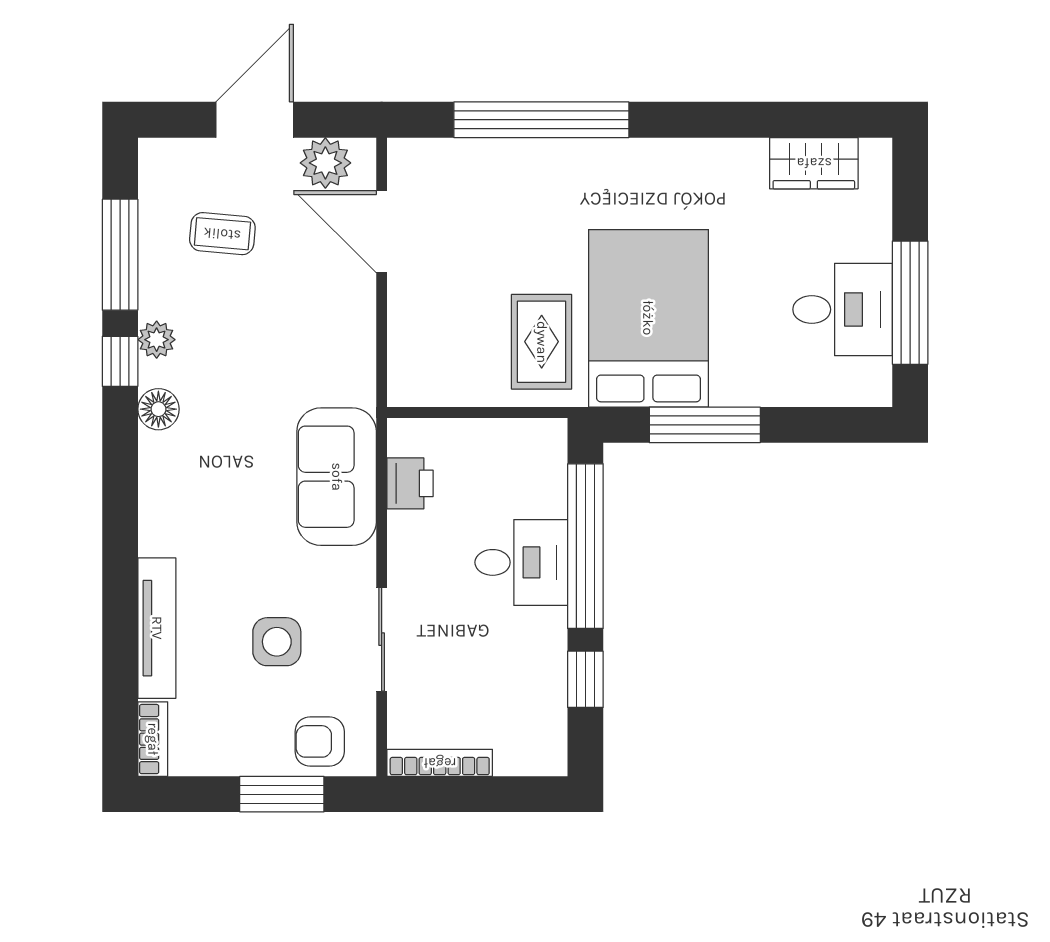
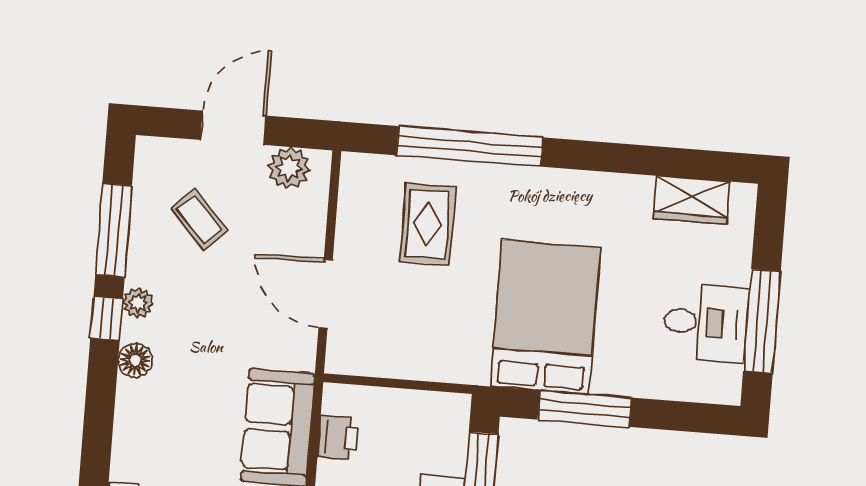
door: (382, 232) -> (326, 294), moved
coffee table: (222, 234) -> (199, 220), turned 42
rug: (542, 342) -> (428, 224), moved

